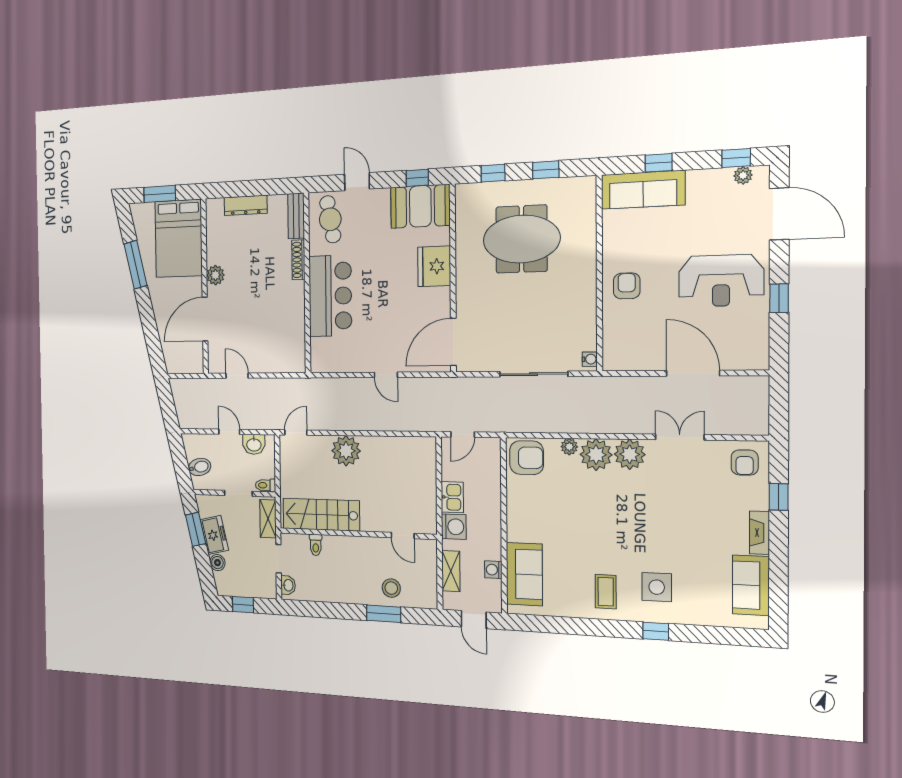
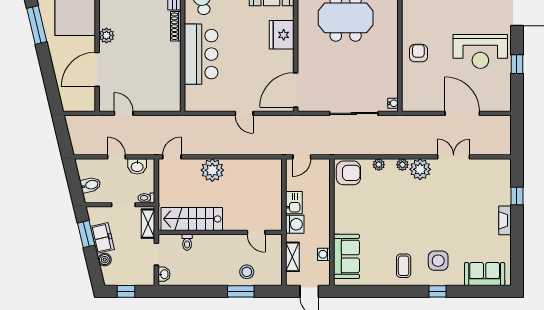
plant: (596, 455) -> (402, 165), width x0.53, depth x0.53
armchair: (745, 463) -> (496, 173), removed
sofa: (751, 585) -> (485, 274), moved, turned 90

